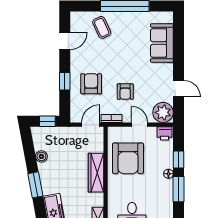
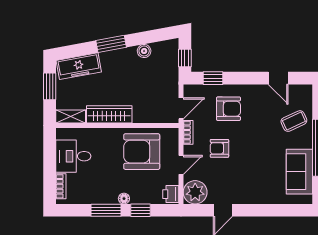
sofa: (162, 43) -> (299, 172), moved, turned -90
window: (65, 81) -> (213, 78), moved
door: (91, 125) -> (181, 108), hinge flipped
wardrobe: (96, 173) -> (109, 114), moved

